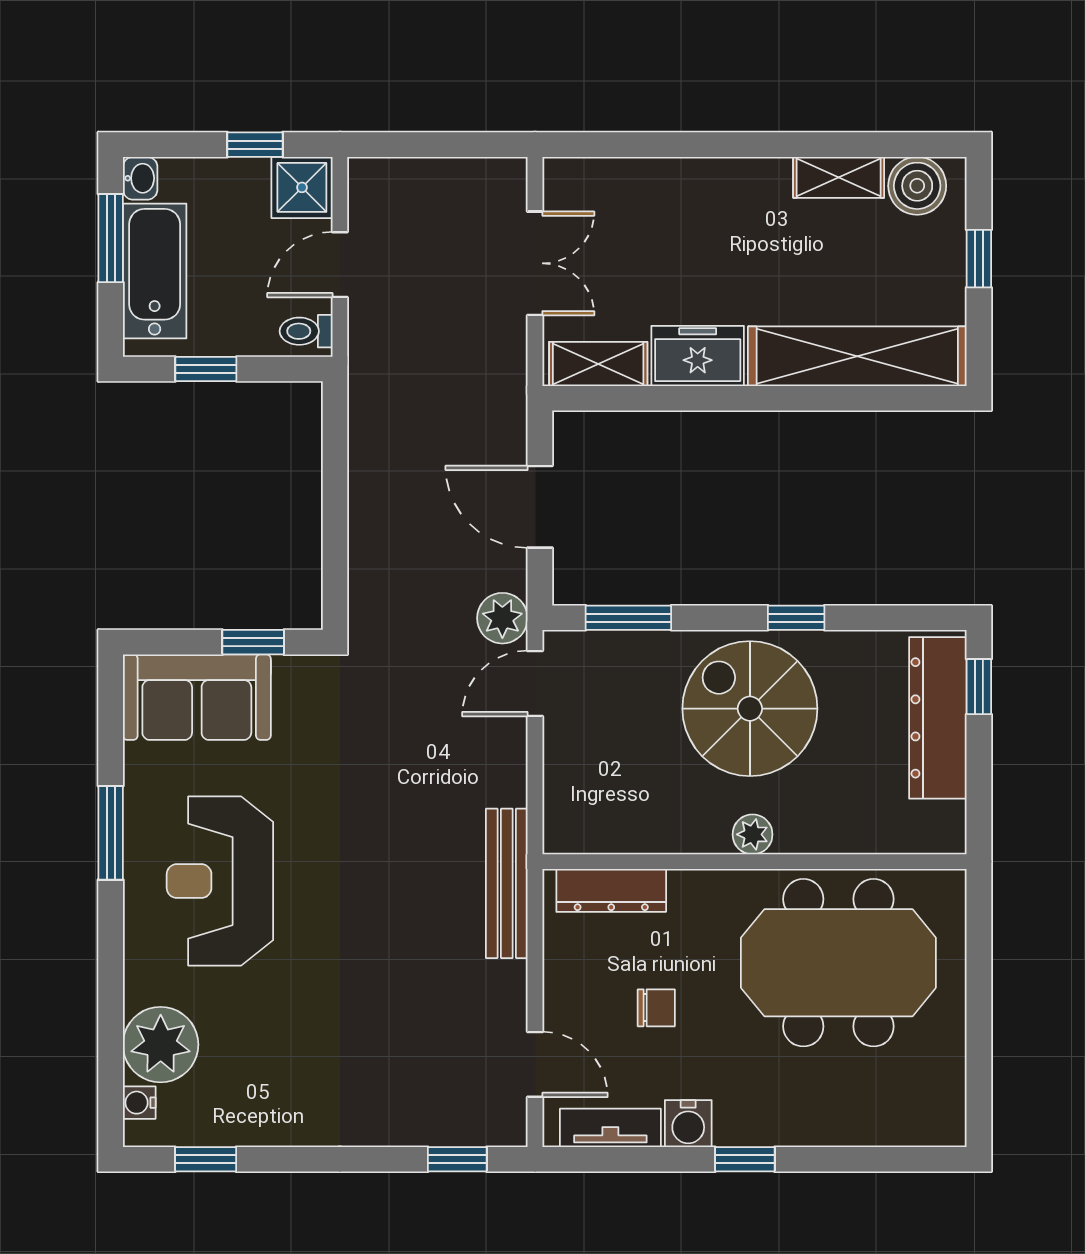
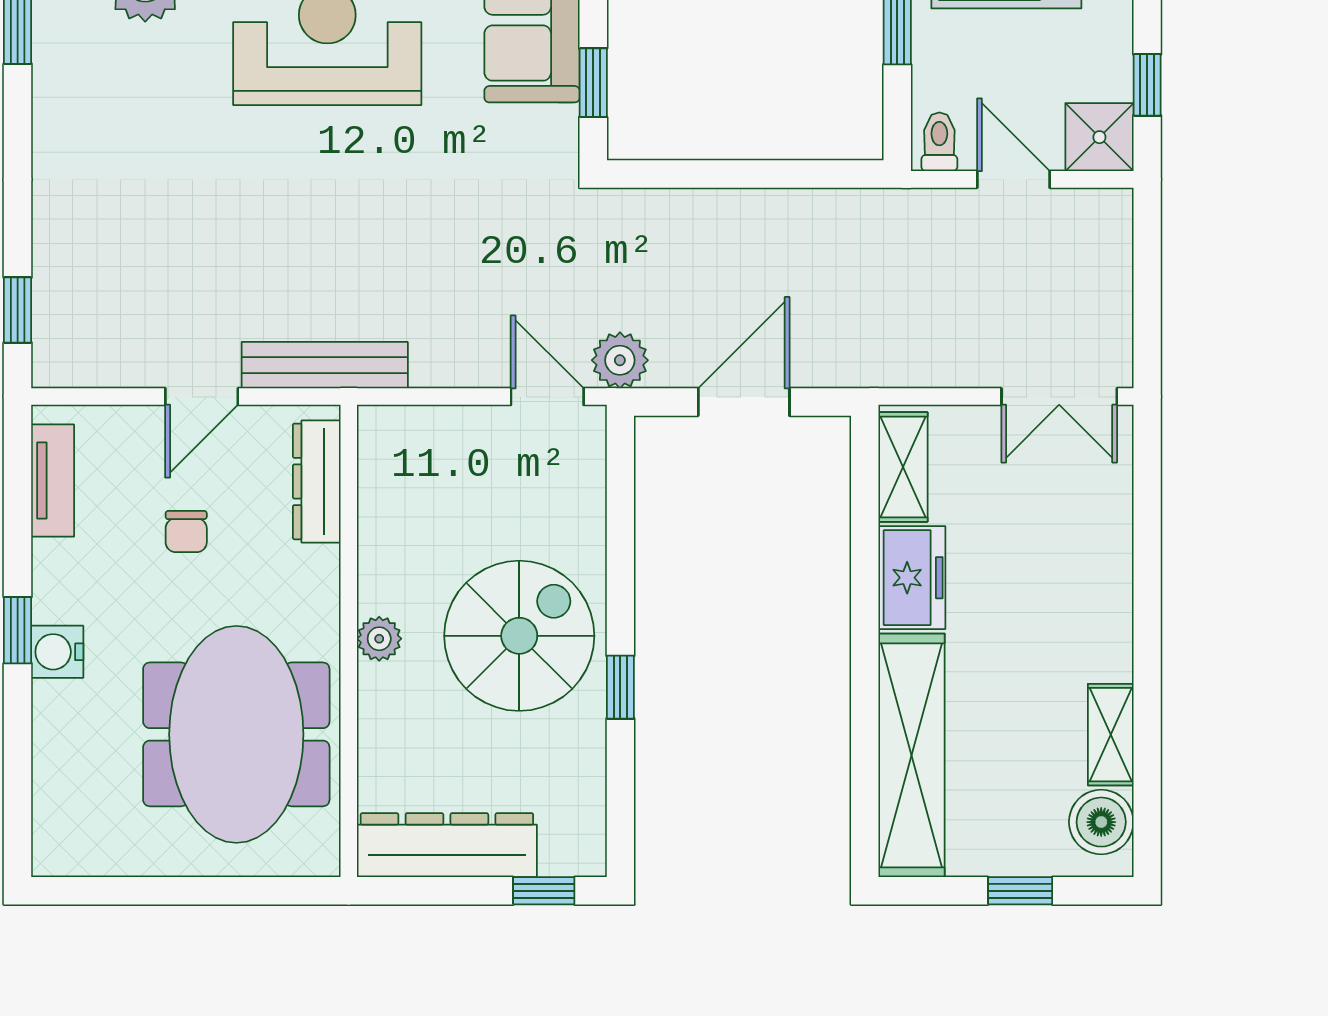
double door: (535, 263) -> (1059, 397), moved
window: (628, 618) -> (620, 500), removed
dresser: (938, 718) -> (447, 845), moved
door: (535, 1064) -> (202, 397), moved
water cooler: (688, 1124) -> (57, 652), moved

